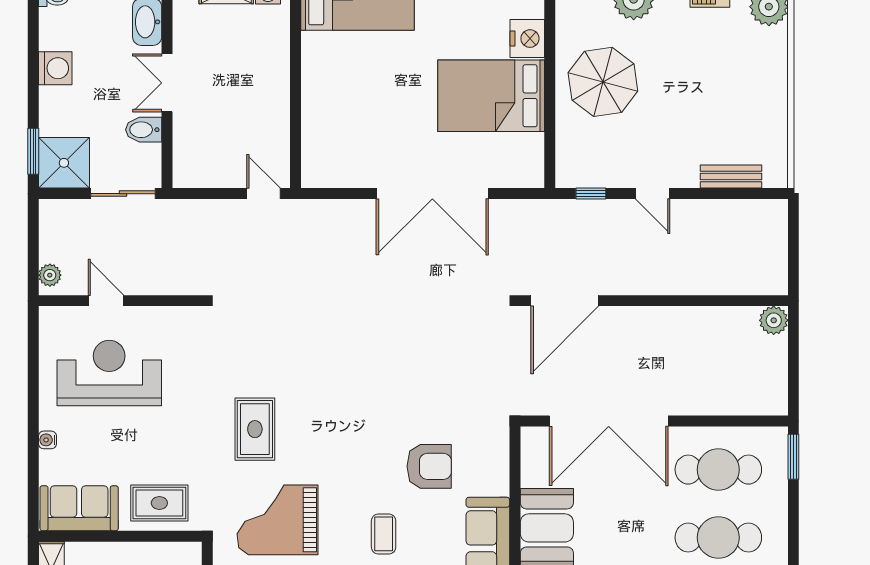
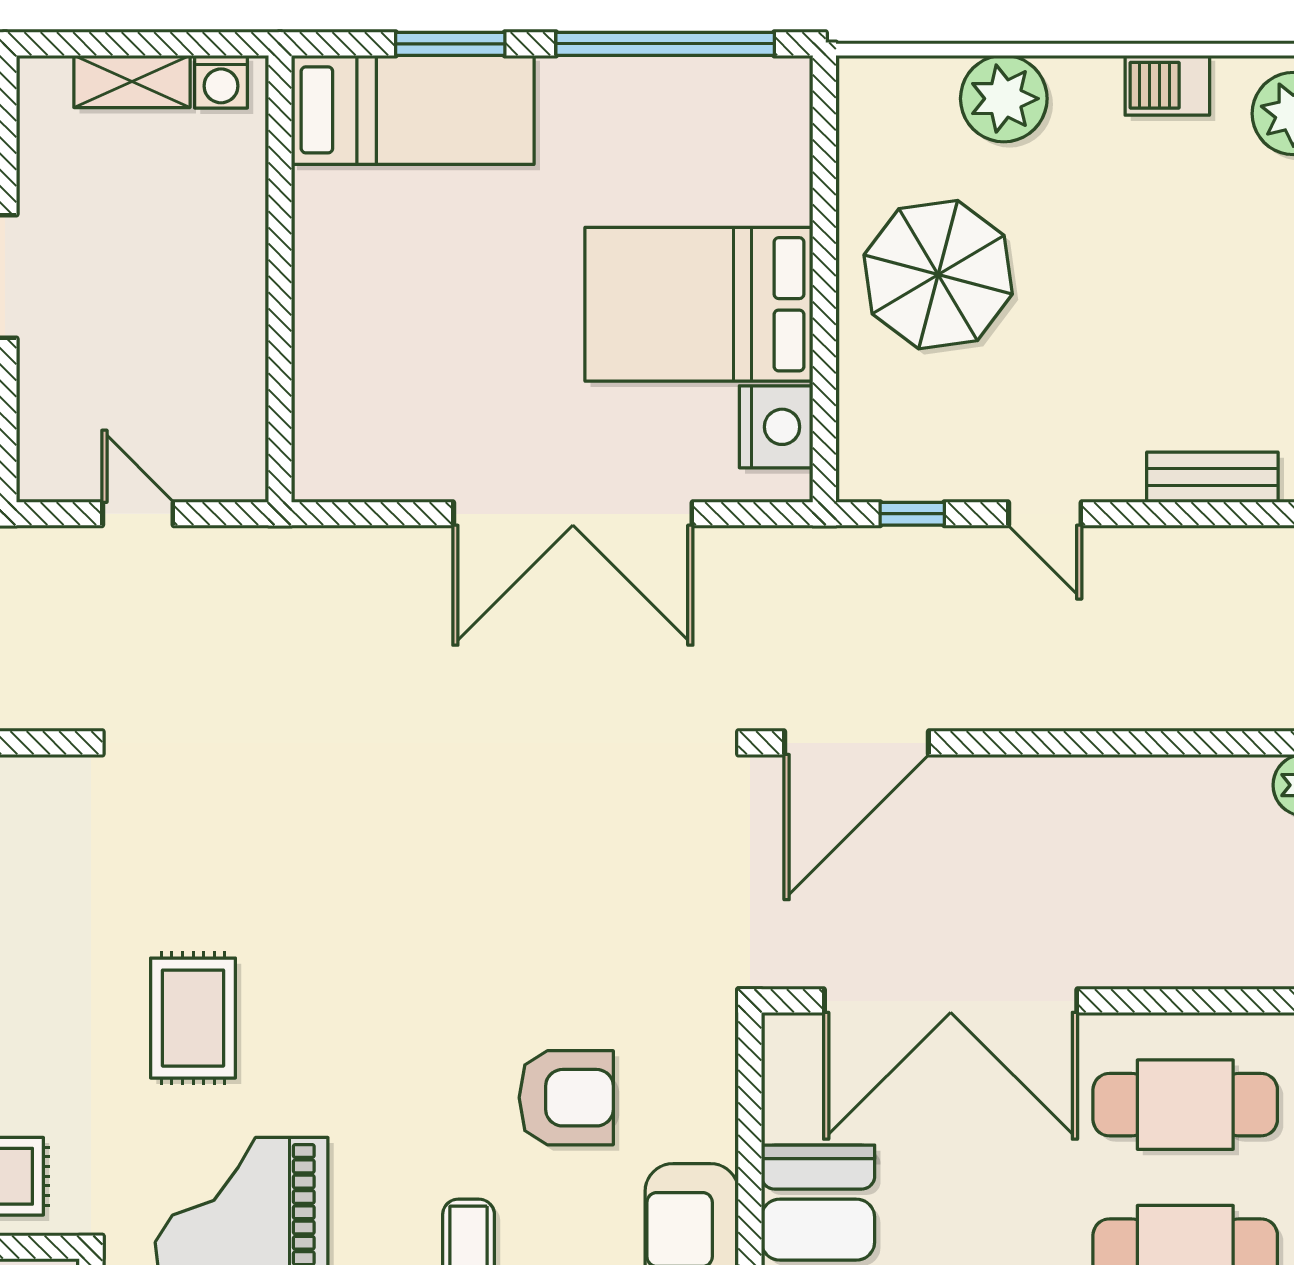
nightstand: (527, 39) -> (776, 427), moved
door: (263, 194) -> (138, 514), moved

